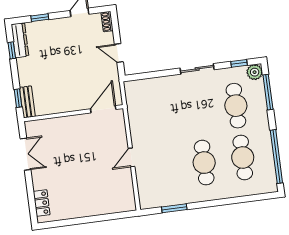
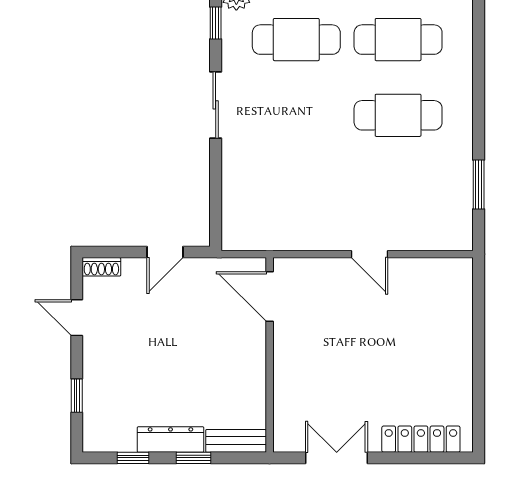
dresser: (20, 40) -> (170, 440), moved
window: (18, 98) -> (193, 458), moved
locker: (42, 203) -> (421, 439), width x1.53

